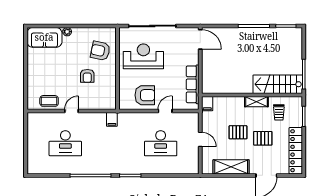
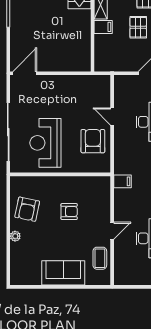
sofa: (44, 37) -> (63, 273), moved, turned -90
armchair: (100, 51) -> (27, 209), moved
row of seats: (193, 84) -> (80, 83), removed
filing cabinet: (207, 104) -> (103, 27), moved
door: (72, 111) -> (112, 231), swing flipped

